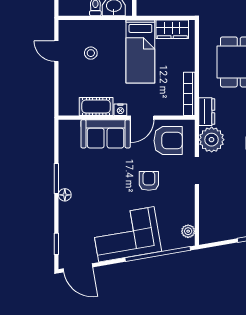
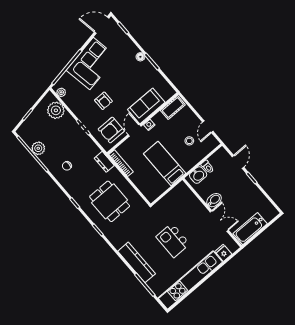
wardrobe: (172, 29) -> (158, 189), removed
door: (56, 51) -> (208, 127), swing flipped
cot: (96, 106) -> (173, 108), moved
plant: (212, 140) -> (56, 110), moved

